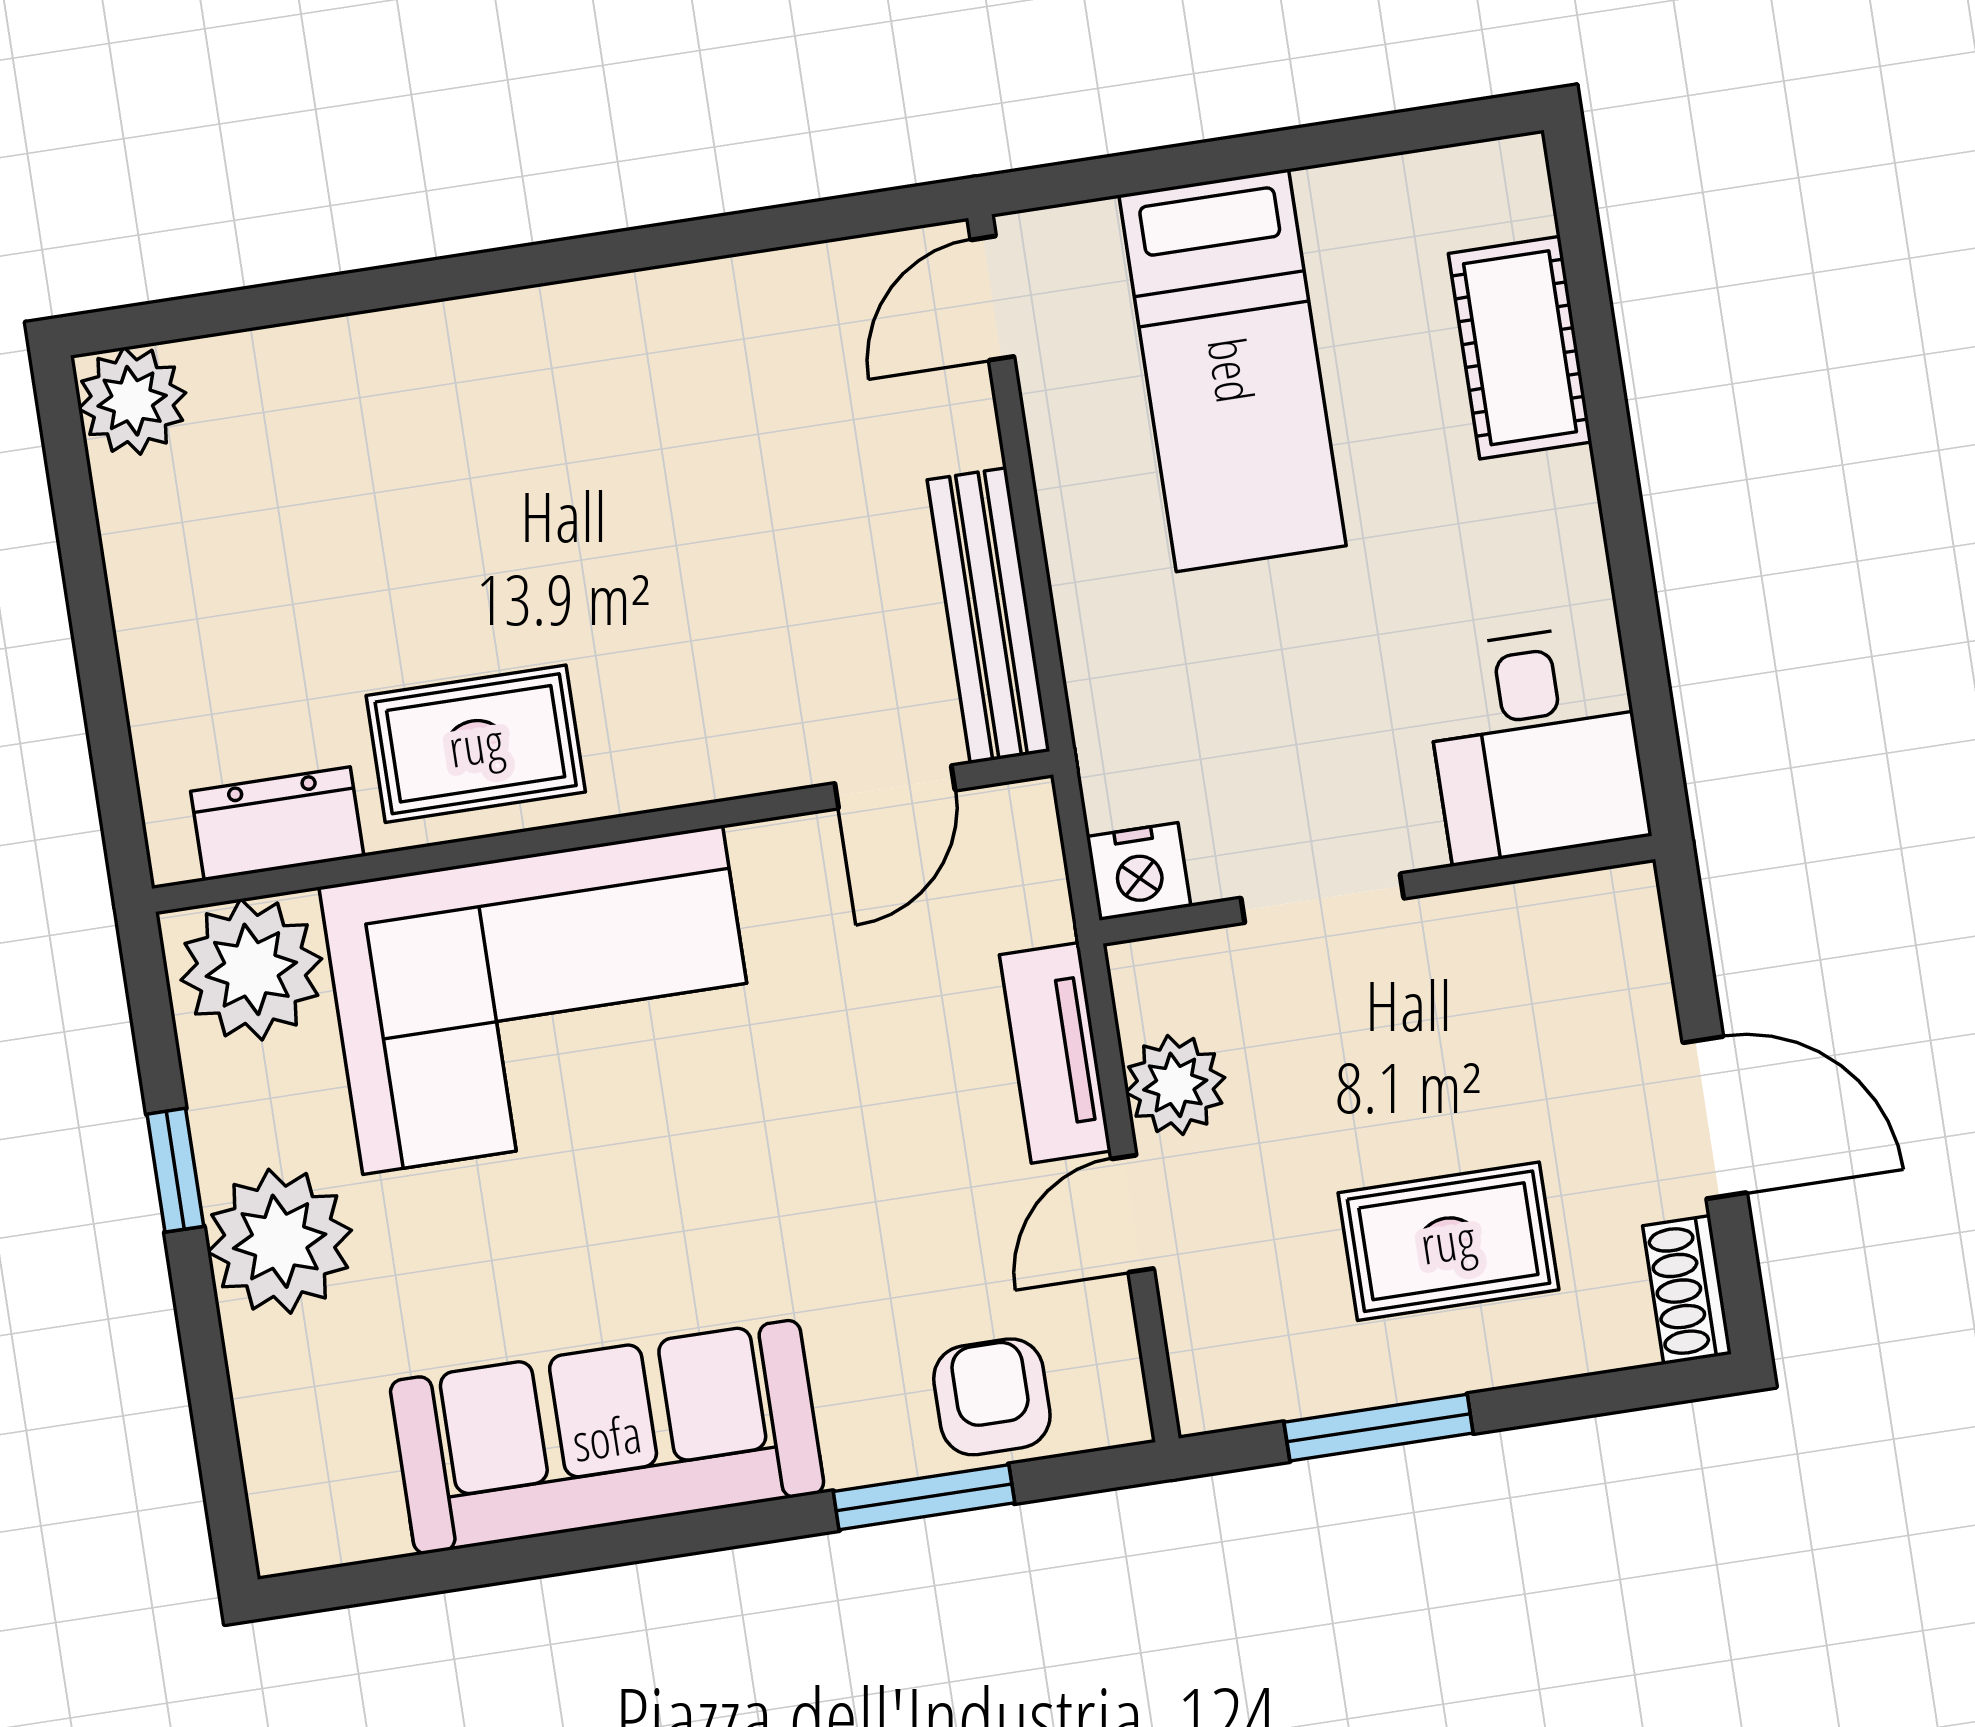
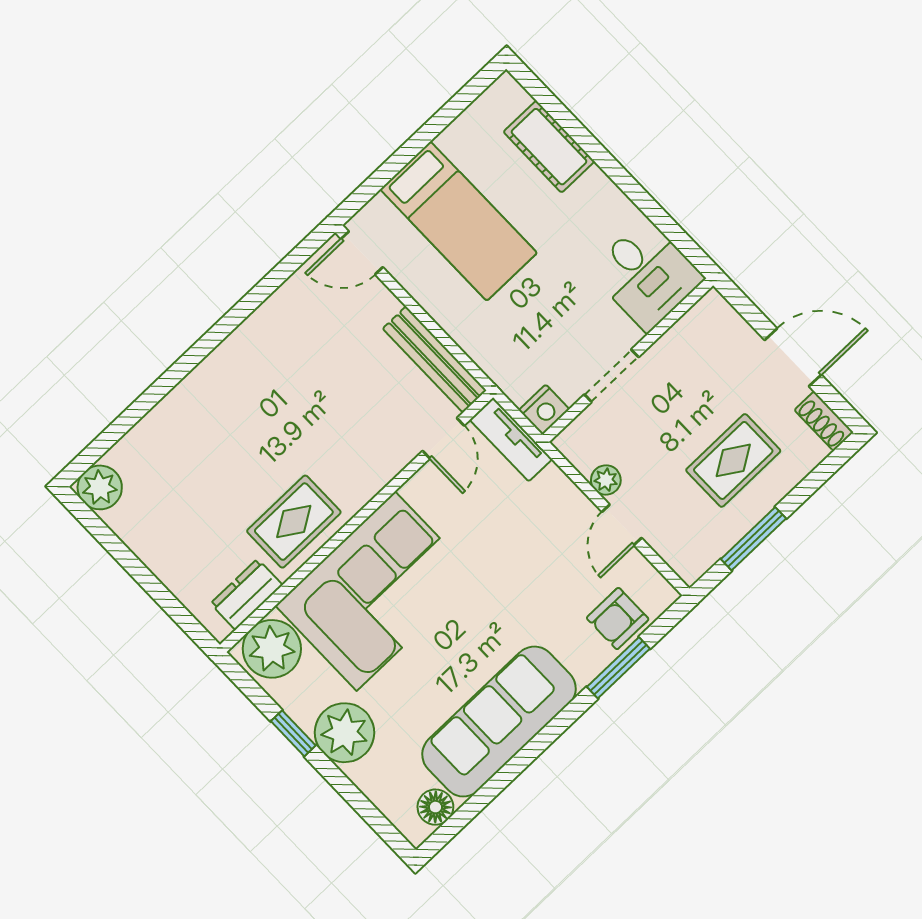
door: (992, 298) -> (362, 253), hinge flipped
tv unit: (1055, 1053) -> (511, 439), moved
plant: (1175, 1085) -> (606, 480), width x0.73, depth x0.73
armchair: (992, 1397) -> (618, 619), turned -90
floor lamp: (358, 1520) -> (435, 807), added

